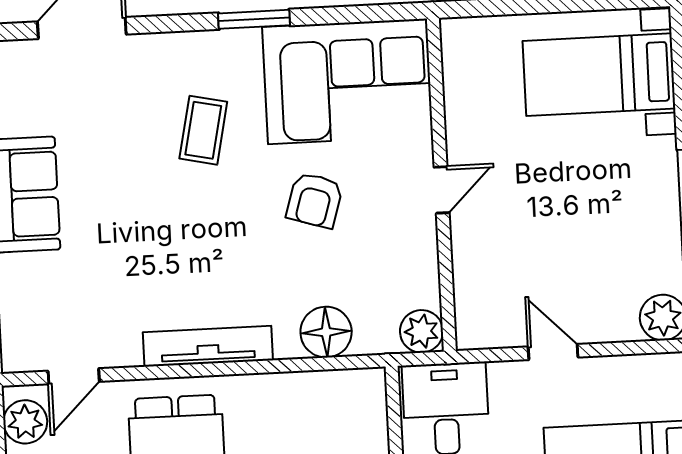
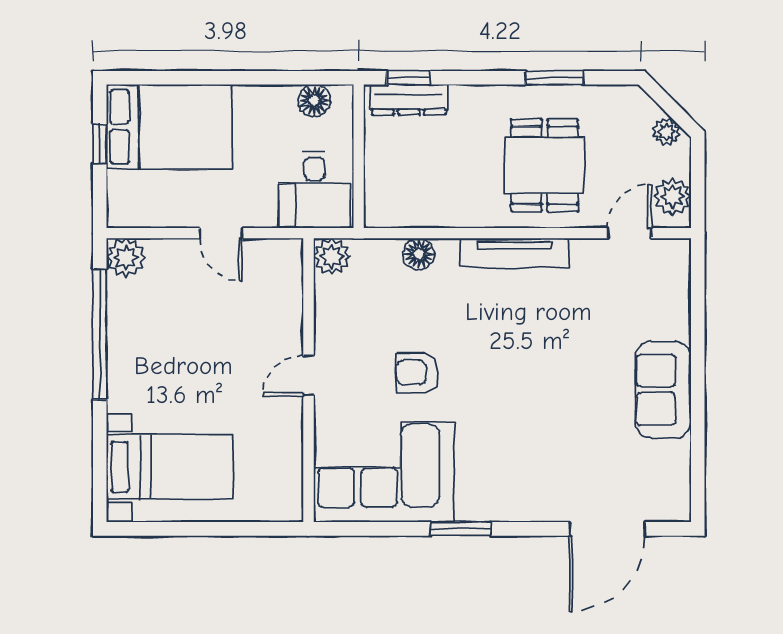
coffee table: (203, 130) -> (509, 437), removed
armchair: (315, 200) -> (417, 372), turned -107
floor lamp: (326, 332) -> (419, 254), width x0.73, depth x0.73

